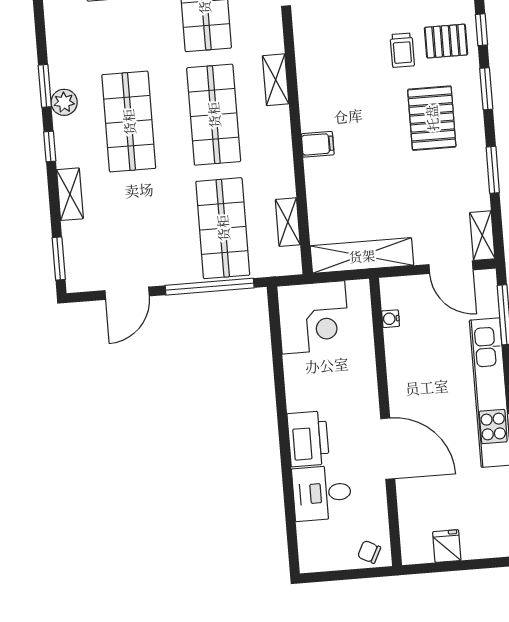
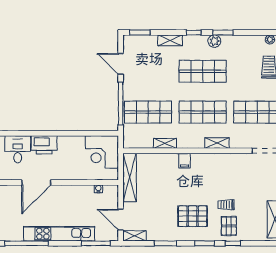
shelving: (288, 222) -> (165, 143), moved
door: (451, 267) -> (121, 220), hinge flipped

